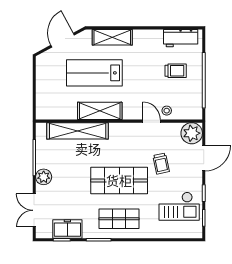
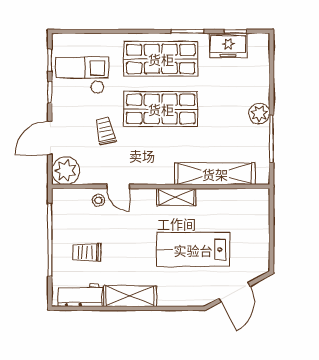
shelving: (112, 37) -> (130, 296), moved
lab bench: (94, 73) -> (193, 250), turned 180
shelving: (100, 111) -> (176, 197), width x0.67, depth x0.75
double door: (34, 210) -> (271, 70), removed
shop shelf: (119, 219) -> (161, 59), width x1.43, depth x1.36

